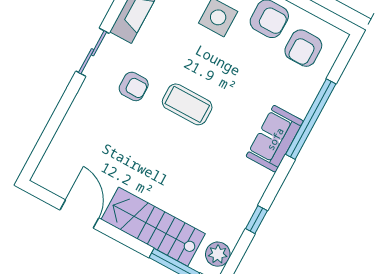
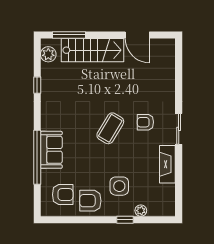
armchair: (303, 48) -> (63, 195), turned 90
coffee table: (187, 104) -> (110, 128), turned -59
sofa: (275, 139) -> (51, 150), moved

